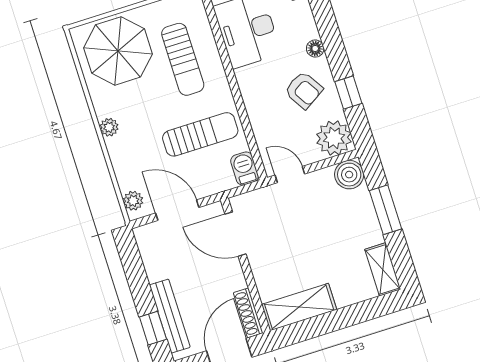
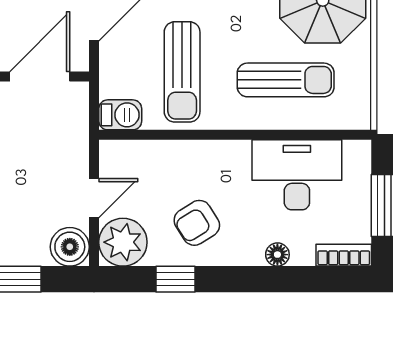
floor lamp: (315, 49) -> (277, 255), moved
sun lounger: (183, 59) -> (286, 80), turned 180
door: (290, 174) -> (94, 198), moved

